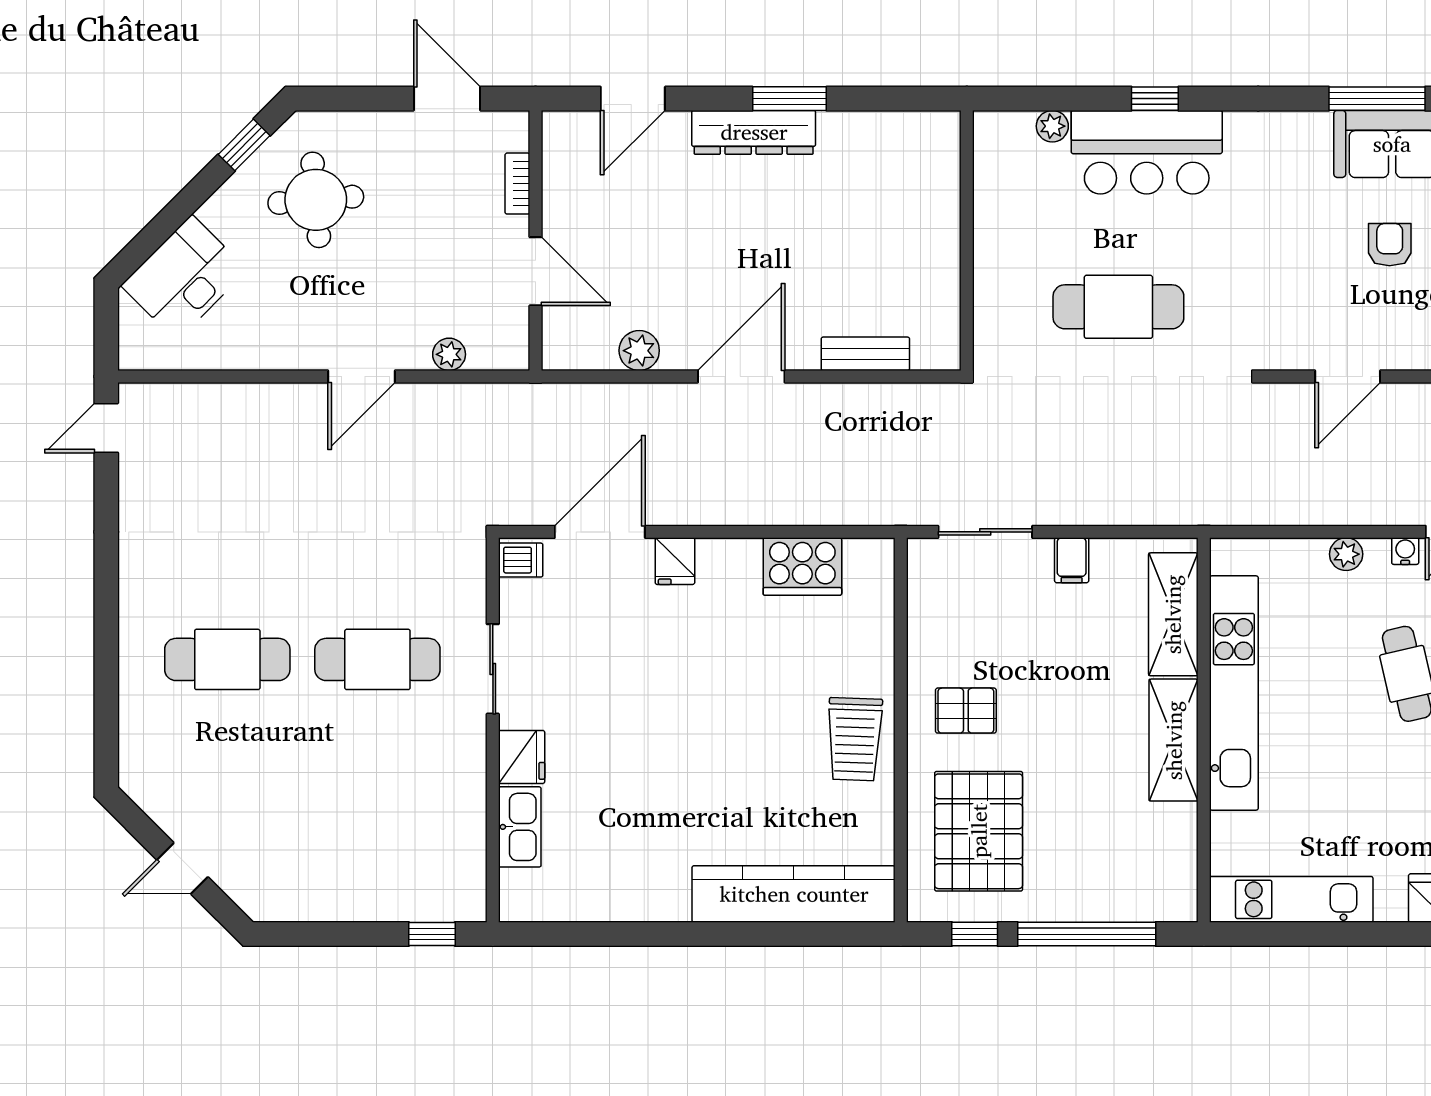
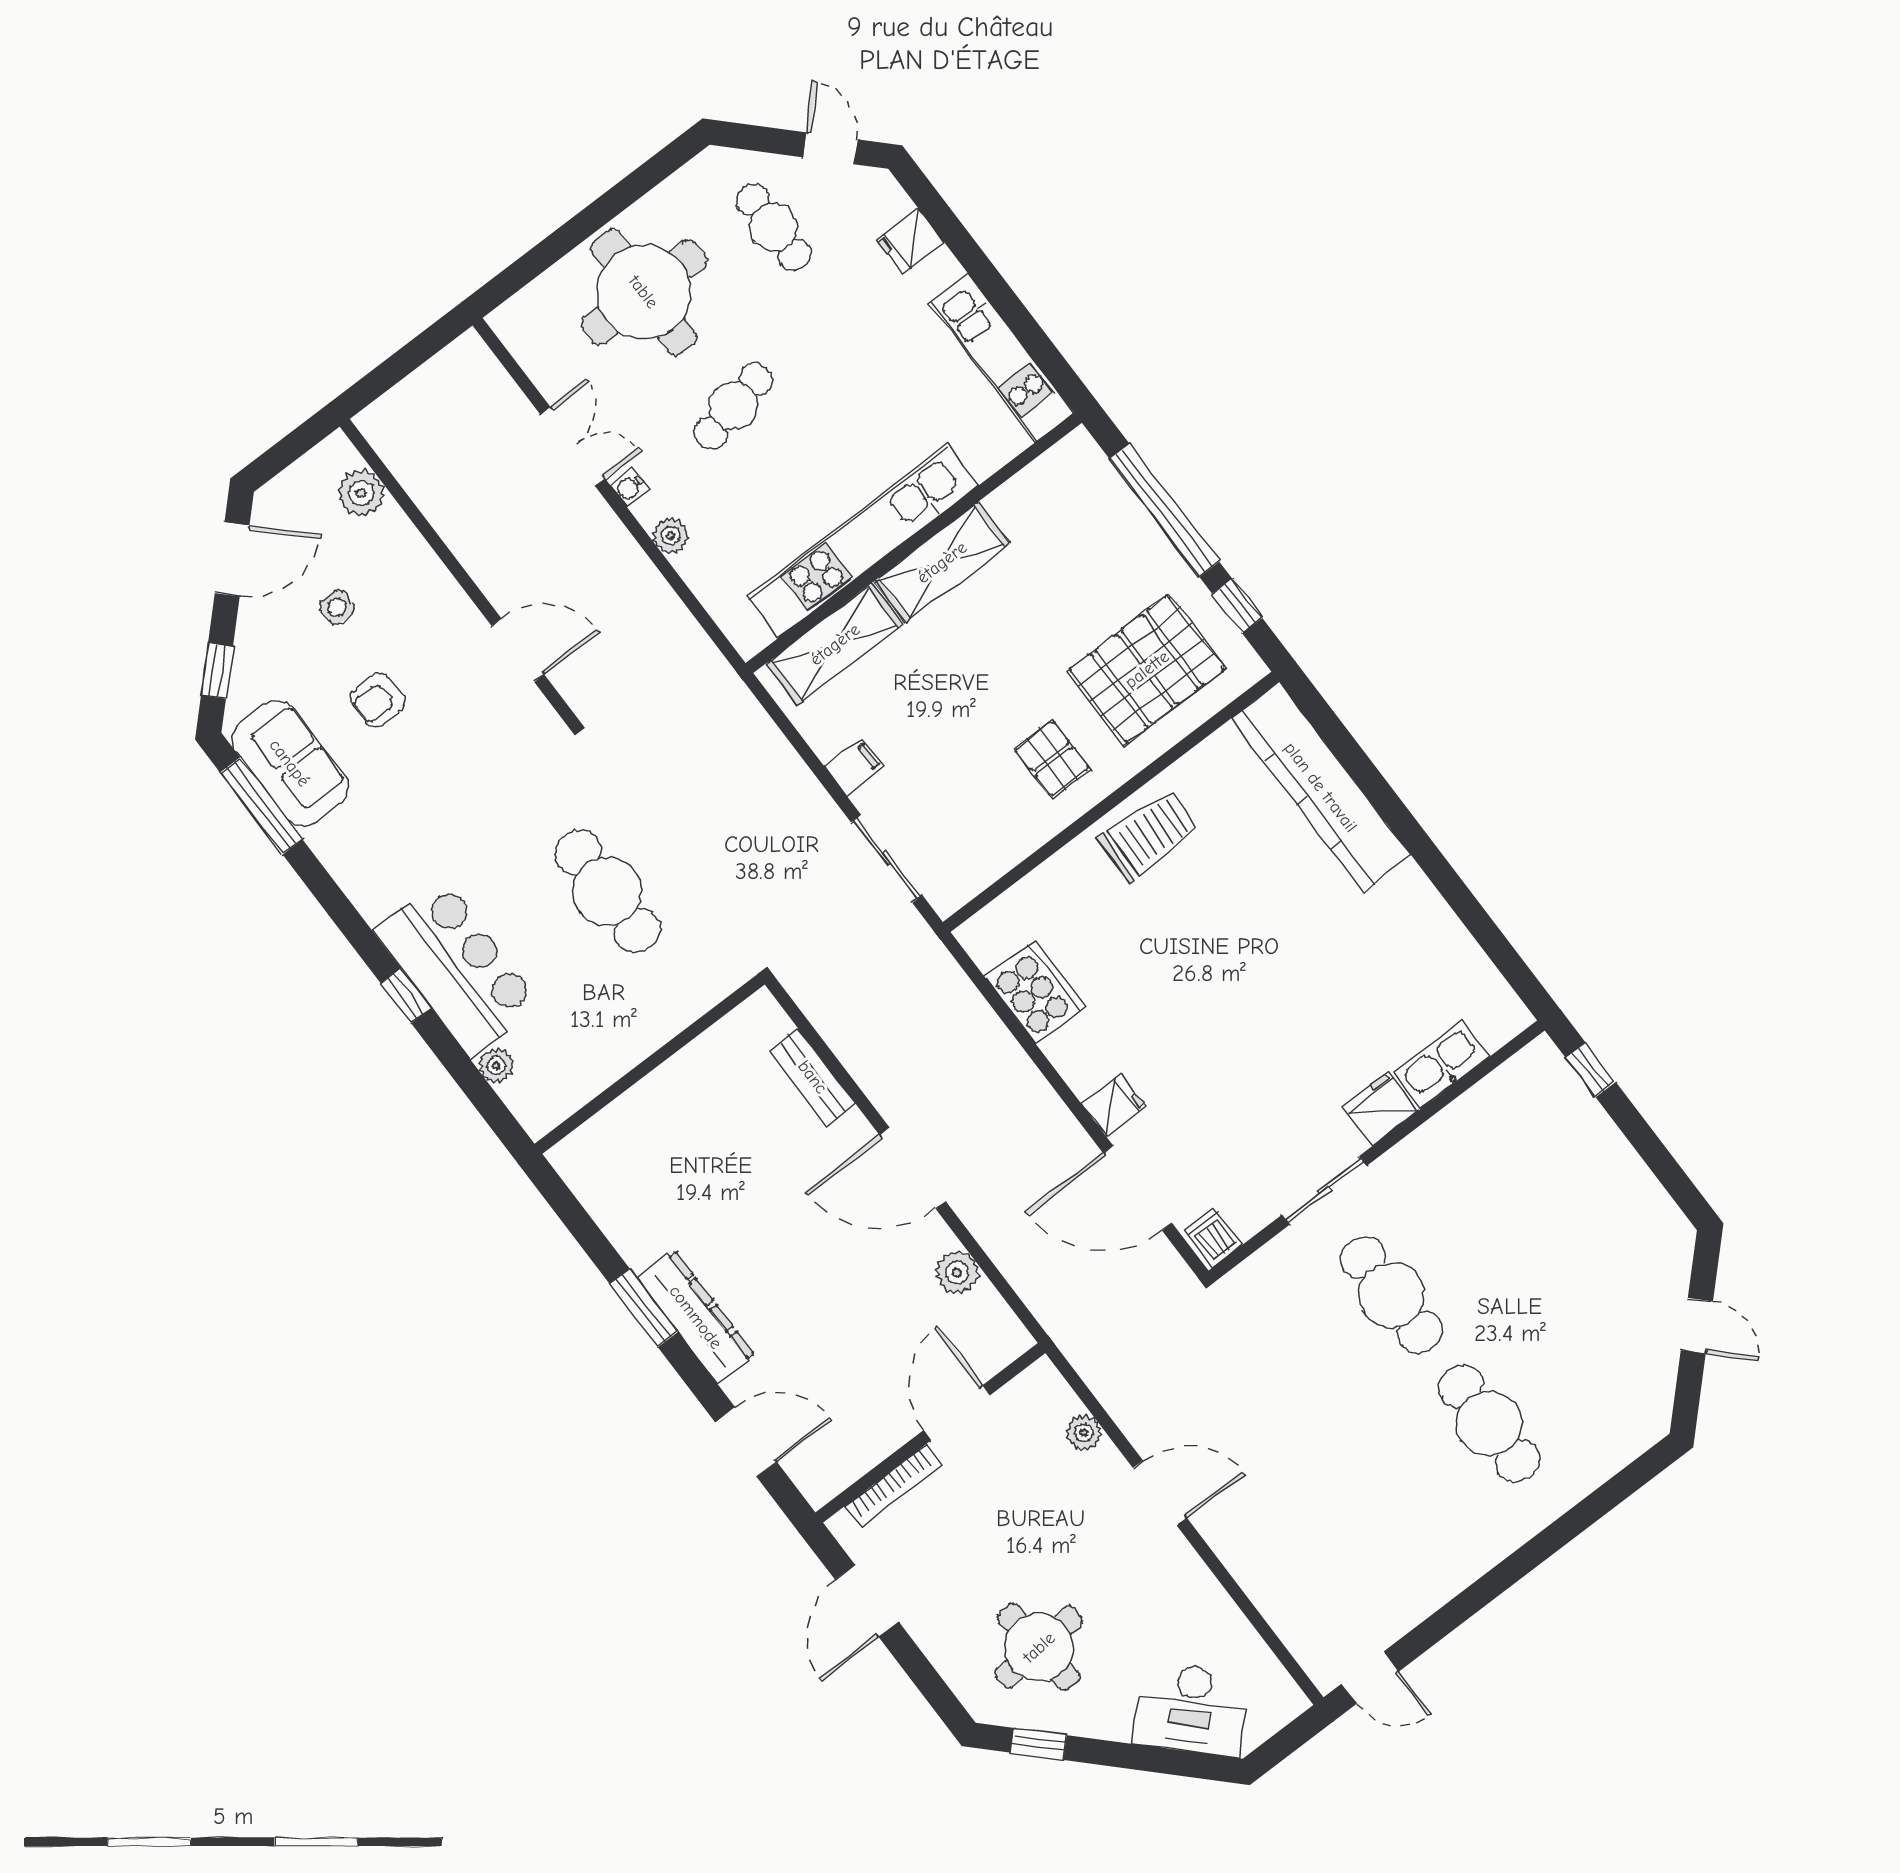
bookcase: (517, 184) -> (894, 1485), width x1.56

